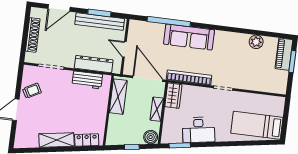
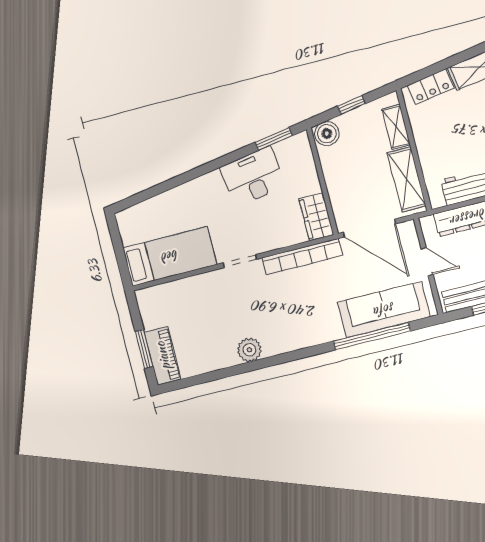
sofa: (189, 37) -> (384, 310), moved
plant: (256, 42) -> (249, 350), moved
shelving: (157, 109) -> (396, 127), moved
bed: (257, 125) -> (170, 256), moved

